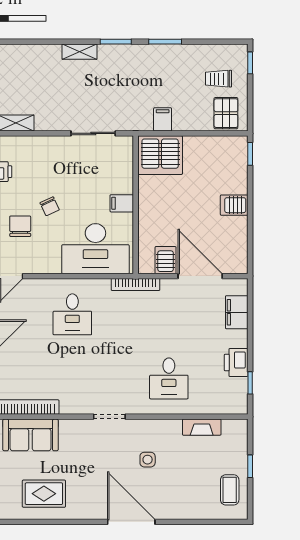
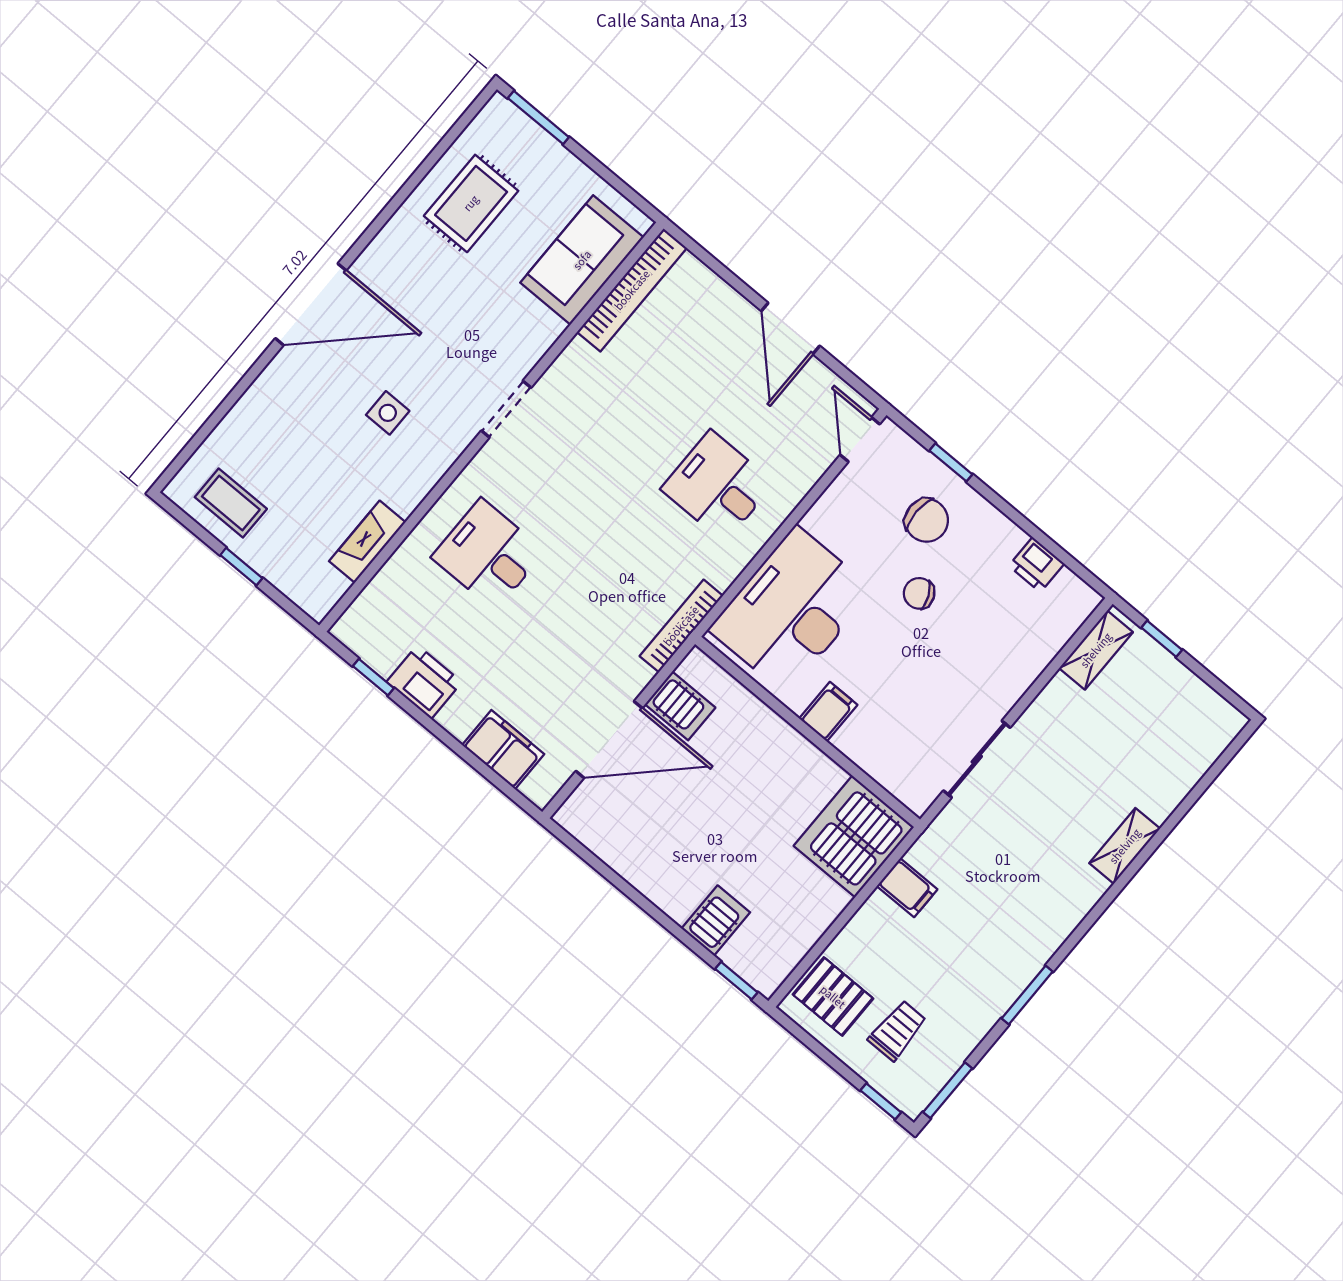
window: (116, 42) -> (948, 1090), moved
server rack: (234, 205) -> (716, 920), moved

